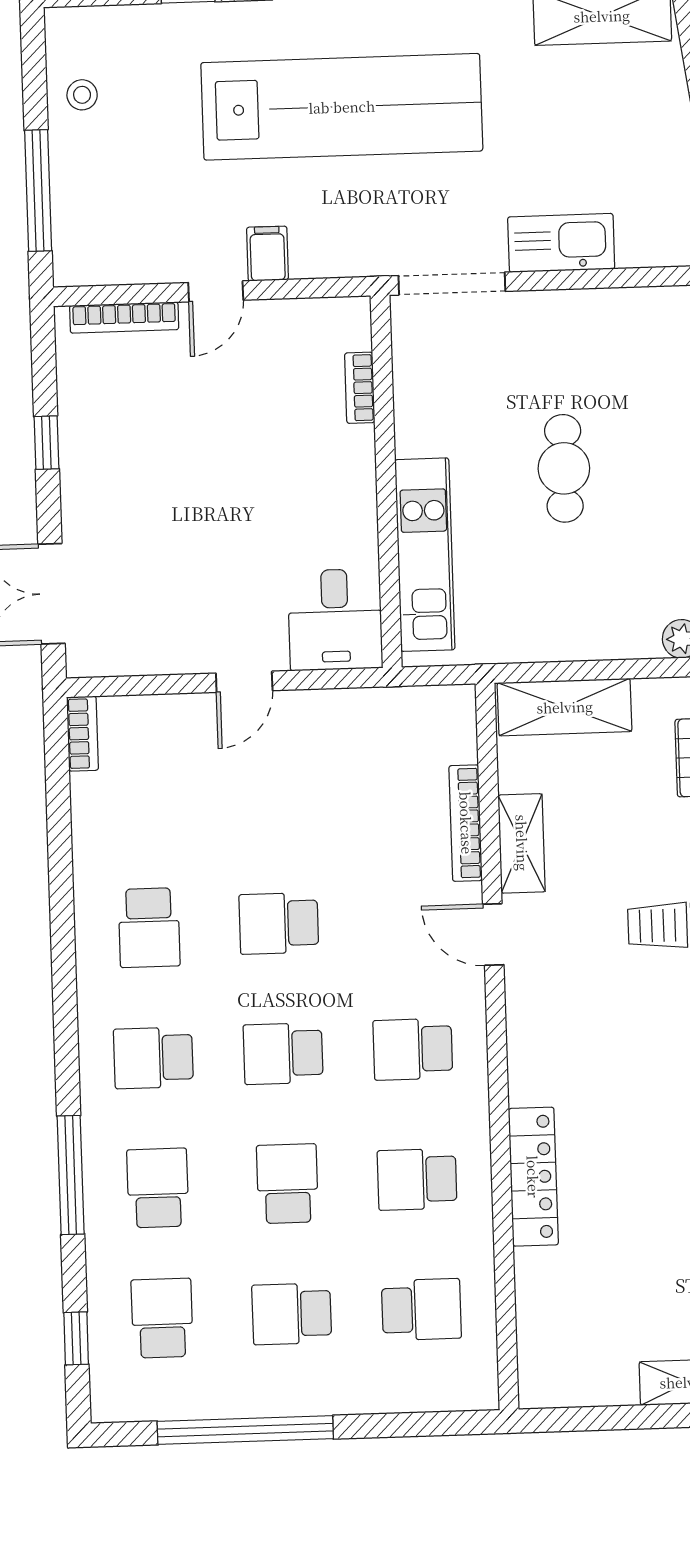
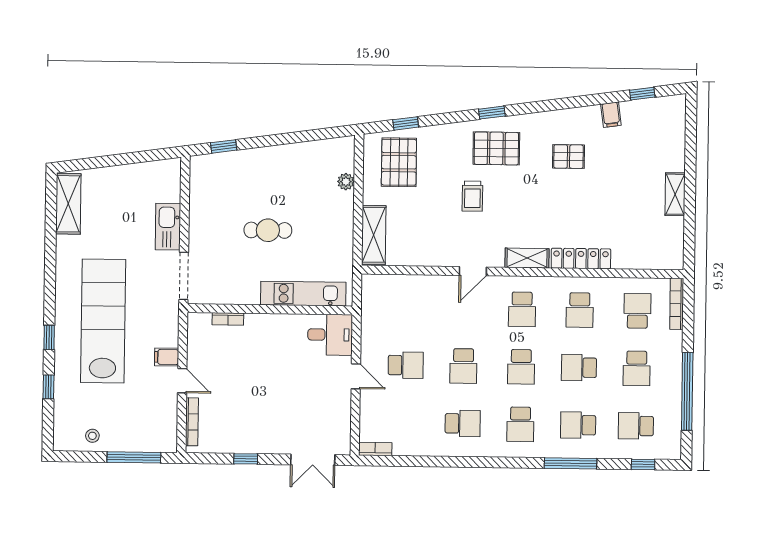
school desk: (274, 793) -> (406, 365), added
bookcase: (466, 823) -> (677, 304), moved, turned 90
shelving: (522, 843) -> (527, 258), moved

